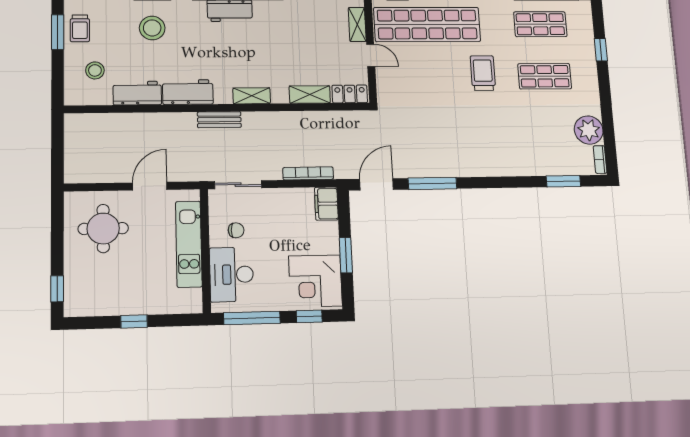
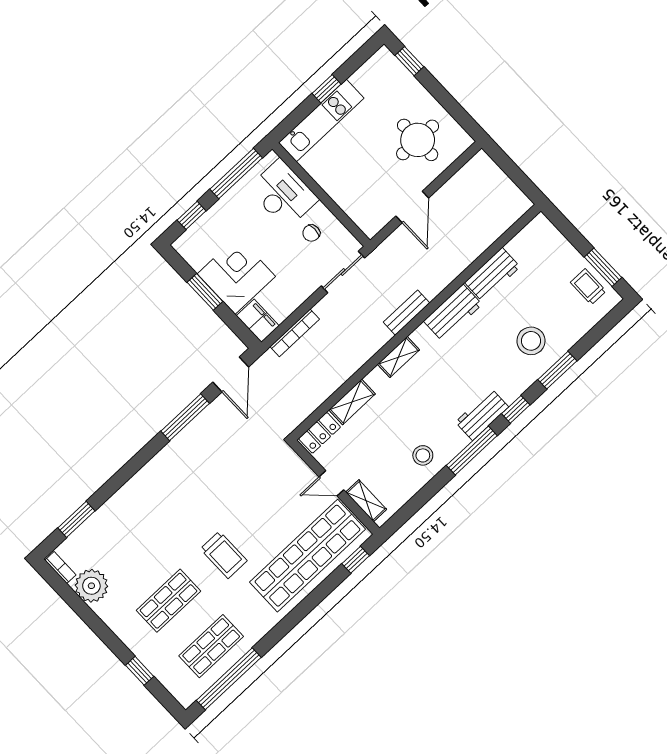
stool: (95, 70) -> (423, 455), moved
kitchen unit: (189, 244) -> (321, 120), moved, turned 90
corner desk: (315, 281) -> (236, 275), moved

